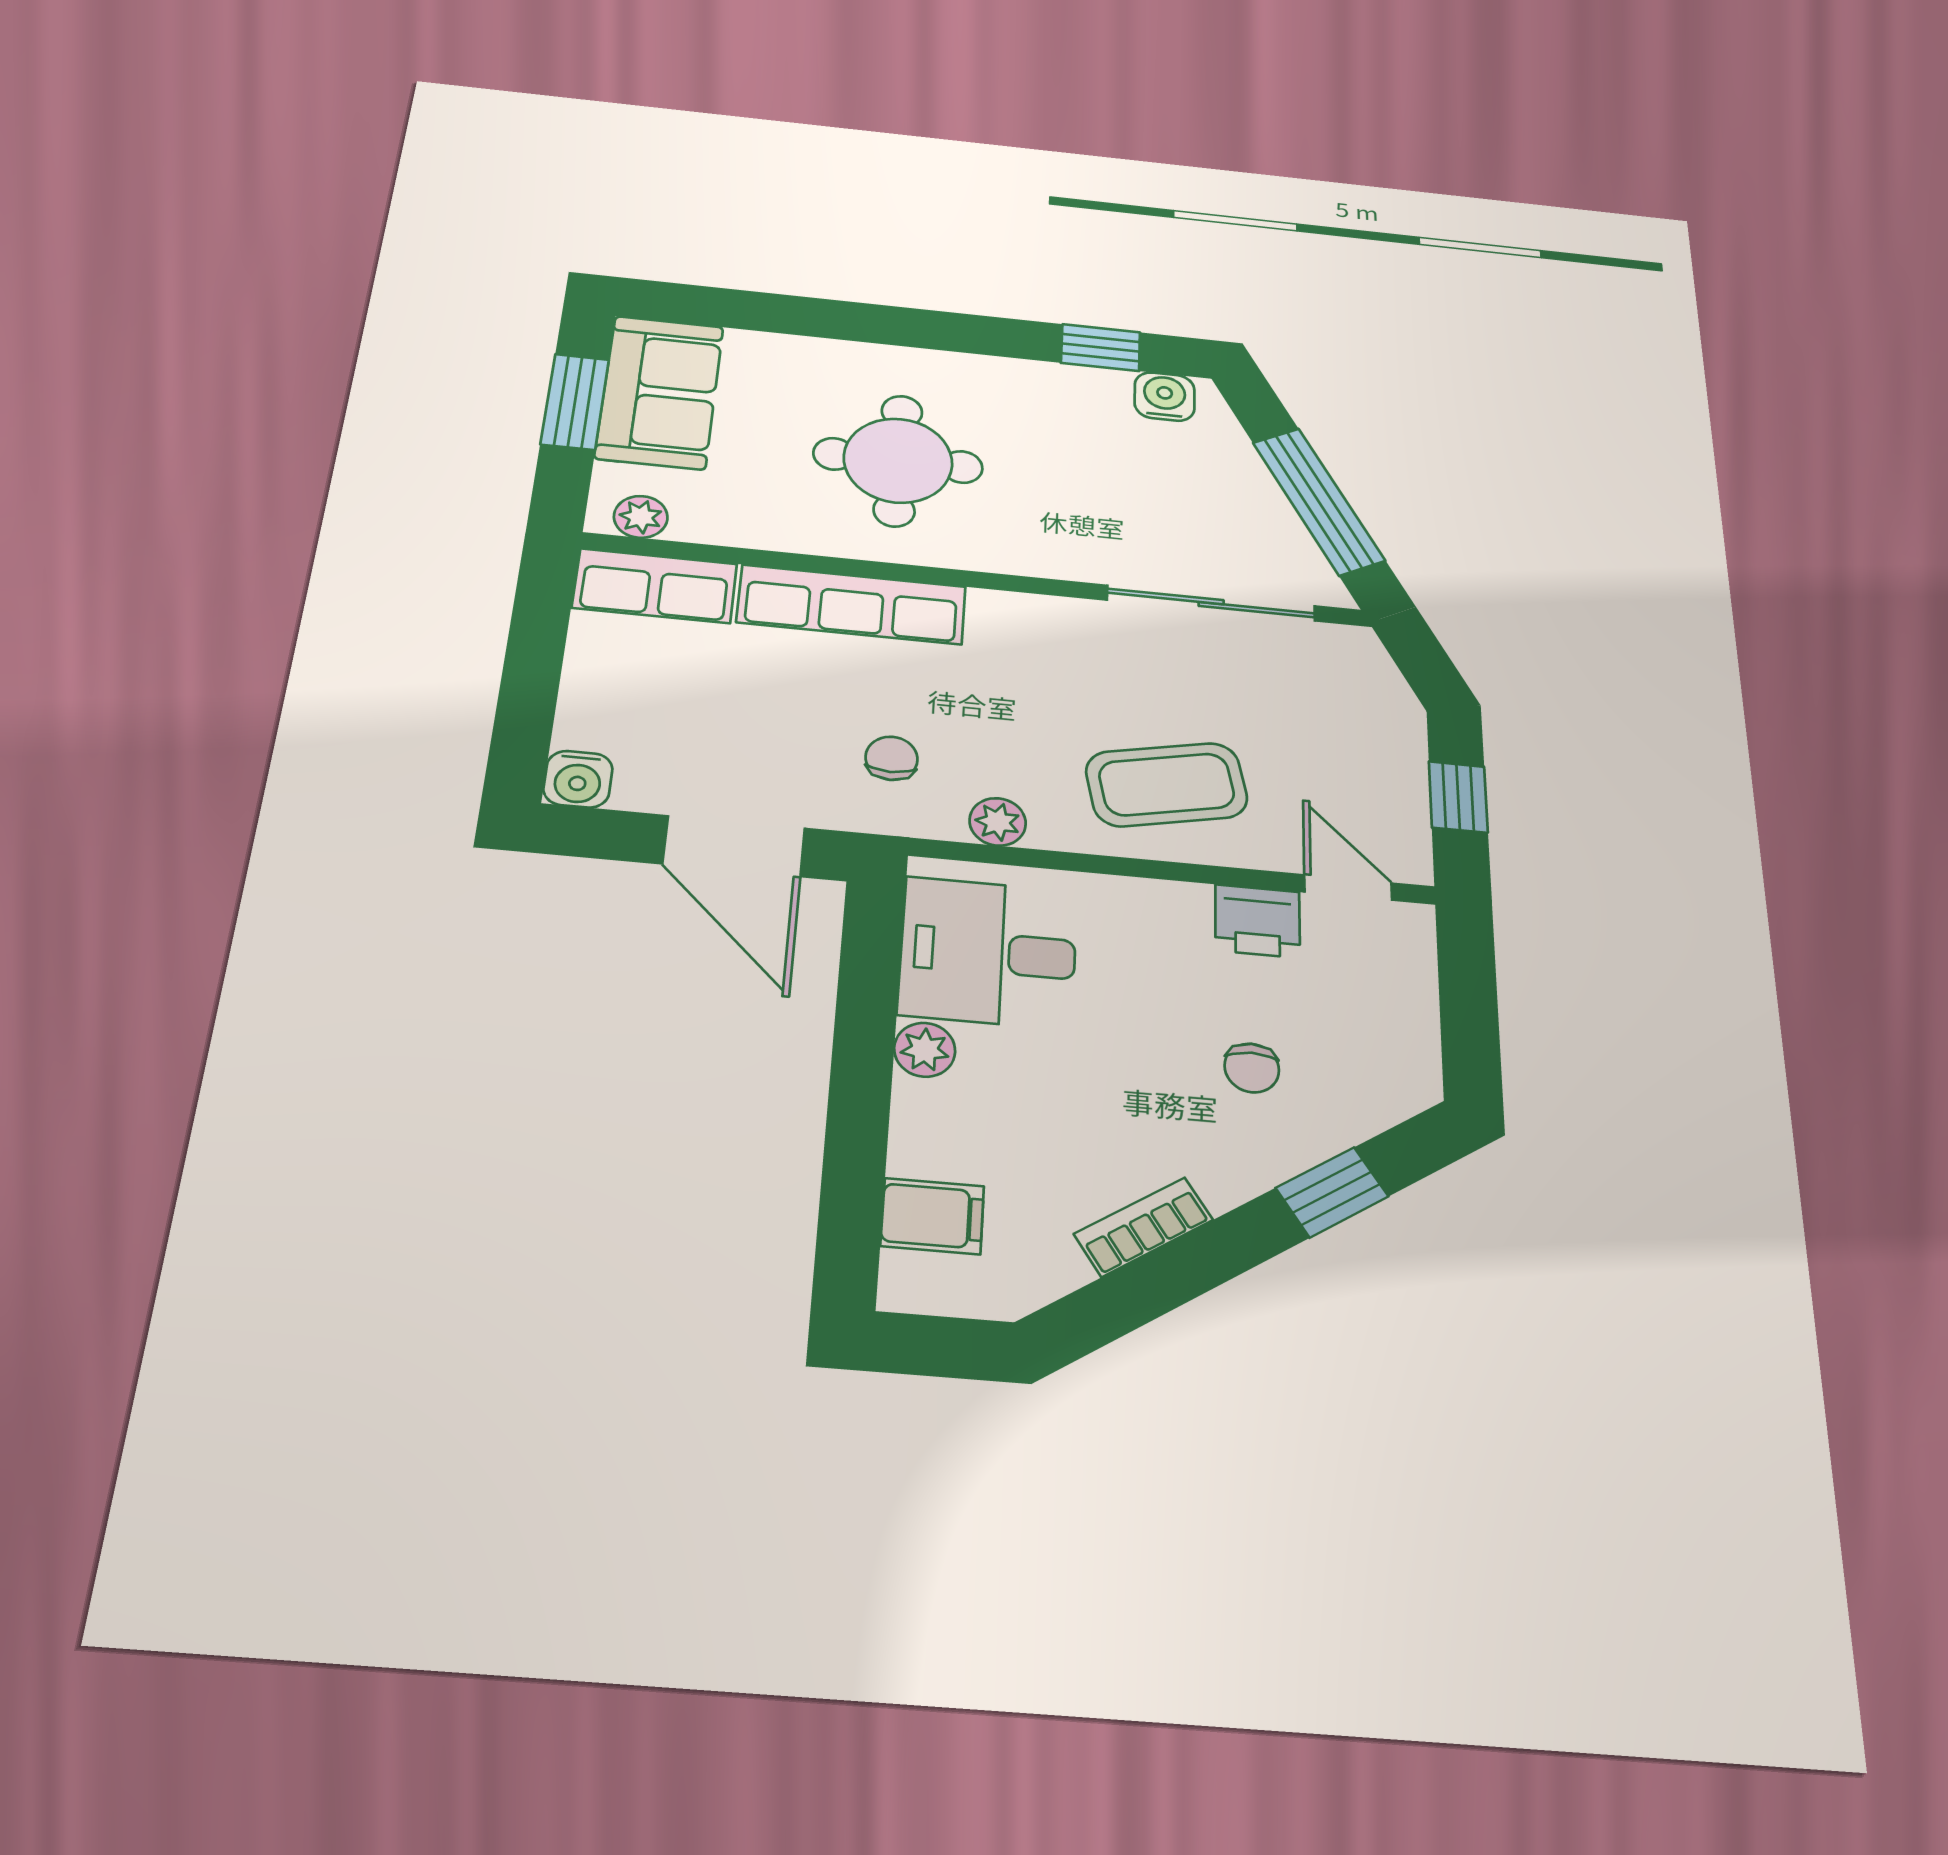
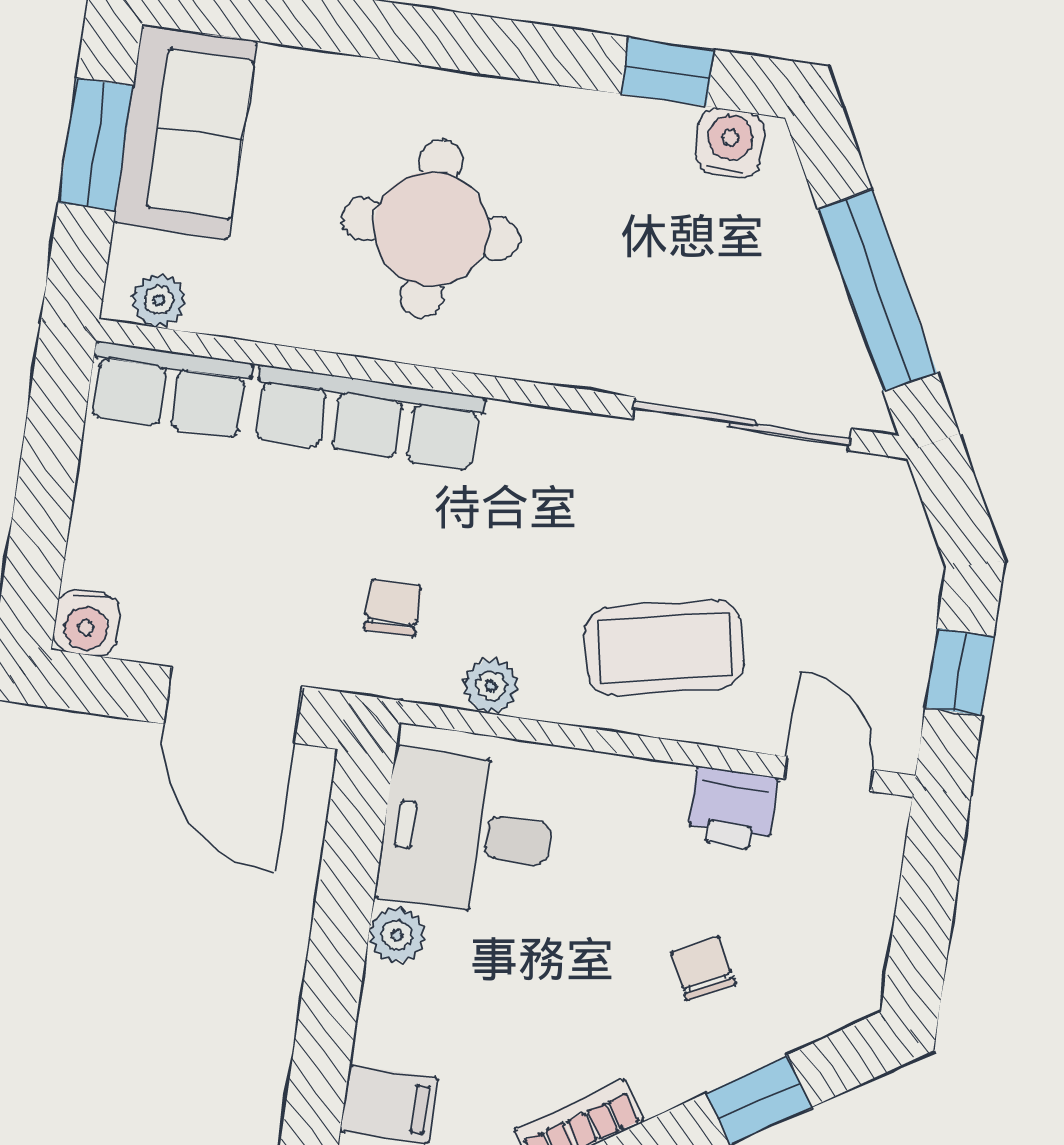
chair: (1252, 1068) -> (703, 968), turned 153

